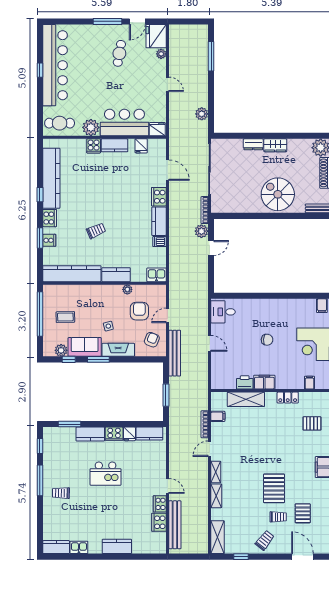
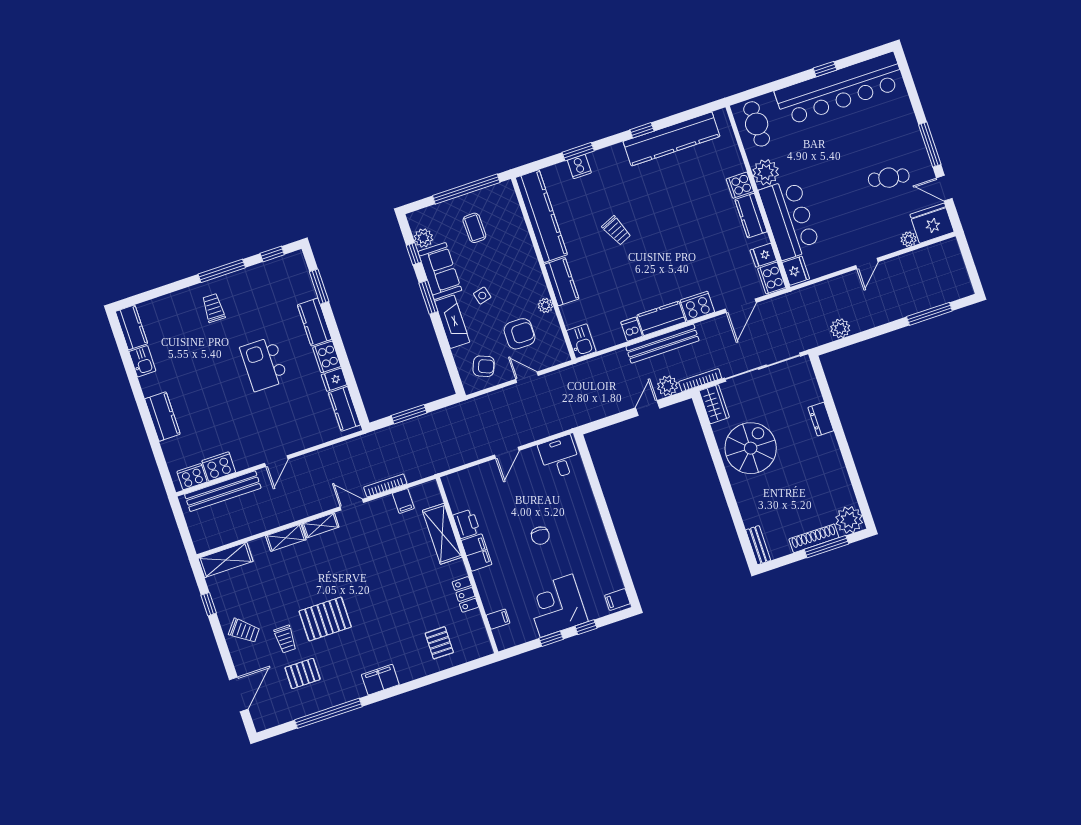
wardrobe: (275, 145) -> (714, 404), moved, turned 180
spiral stairs: (278, 194) -> (751, 448), moved
cooker: (50, 218) -> (772, 278), moved, turned 90
door: (211, 248) -> (648, 408), swing flipped
bench: (175, 353) -> (662, 344), moved
cooker: (160, 504) -> (192, 477), moved

